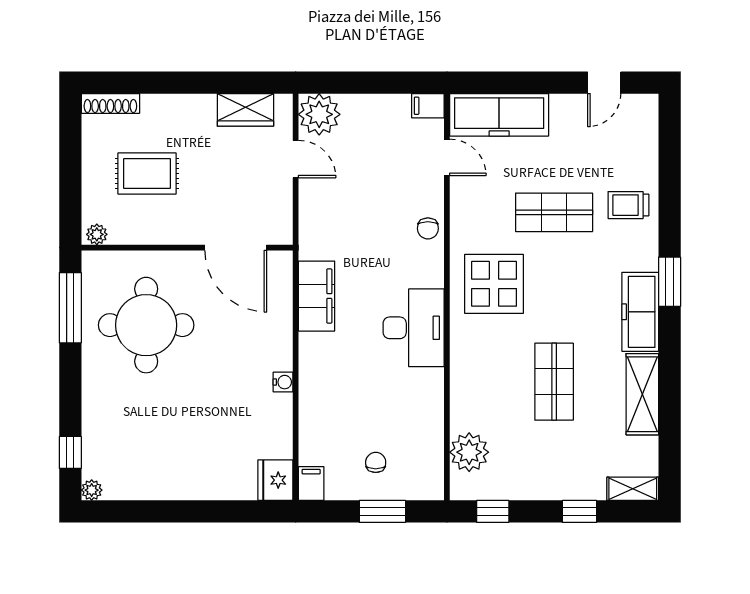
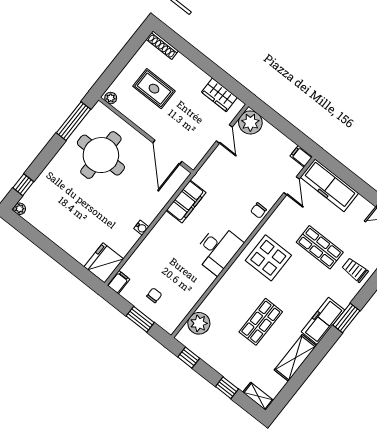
fridge: (275, 480) -> (104, 263), width x1.36, depth x1.34

